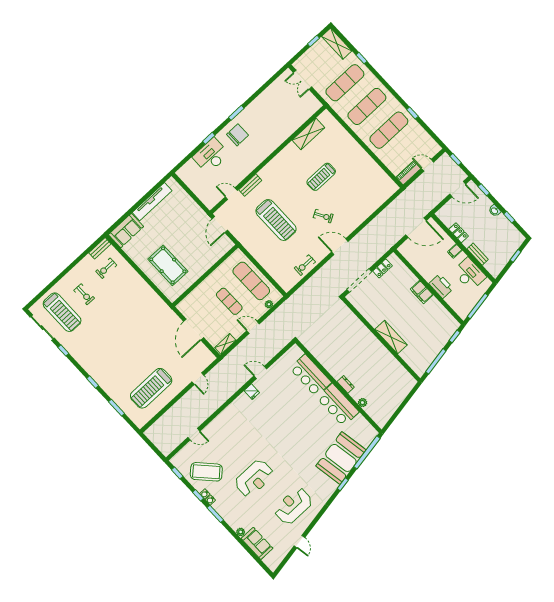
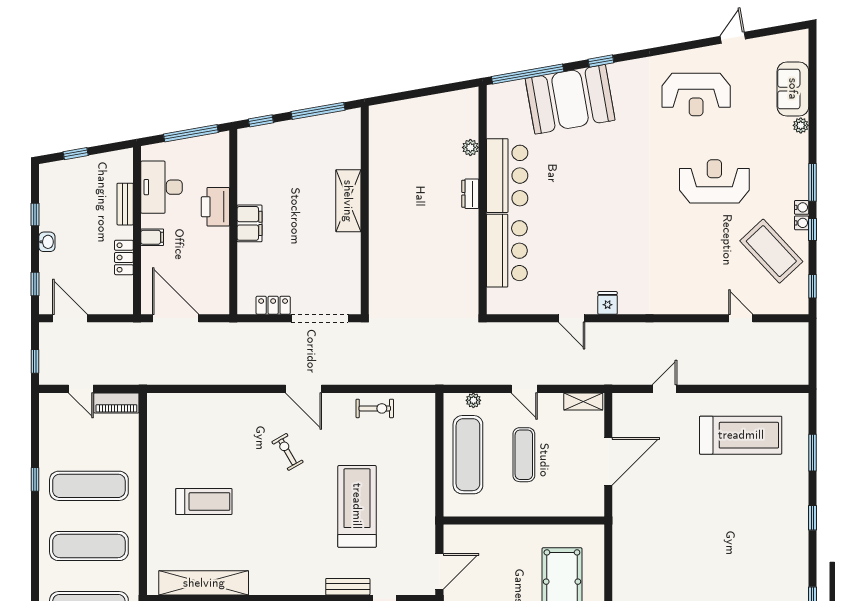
shelving: (308, 134) -> (204, 583), width x1.47
treadmill: (321, 177) -> (204, 501), moved

